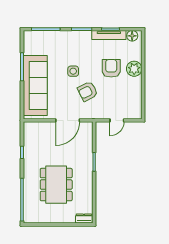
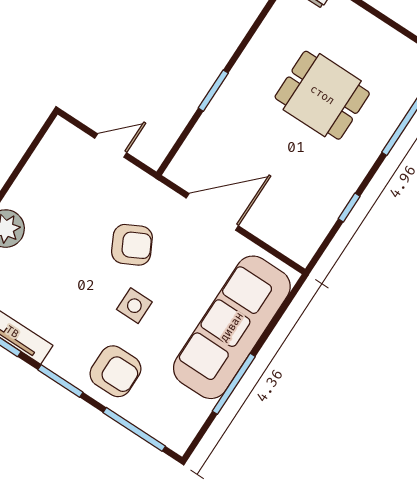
armchair: (111, 68) -> (115, 371), moved, turned -90
dining table: (56, 185) -> (322, 95), width x0.73

